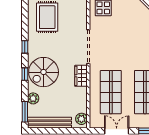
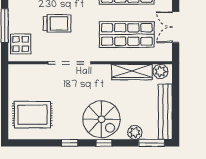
trolley: (120, 37) -> (57, 23), added
wardrobe: (81, 76) -> (132, 72), moved, width x1.50

